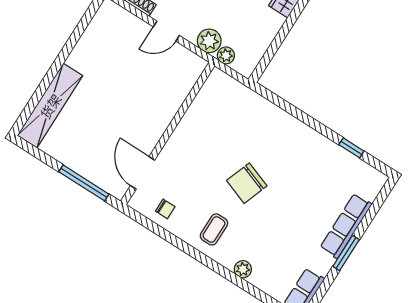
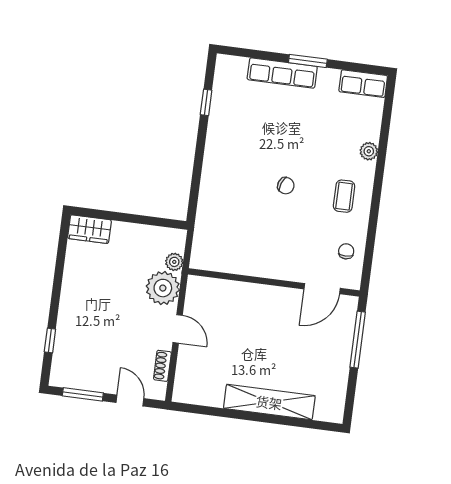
plant: (209, 41) -> (163, 288), width x1.36, depth x1.36
shelving: (50, 106) -> (269, 402), moved
chair: (247, 183) -> (286, 186), width x0.54, depth x0.54
coffee table: (214, 229) -> (344, 196), turned 90

